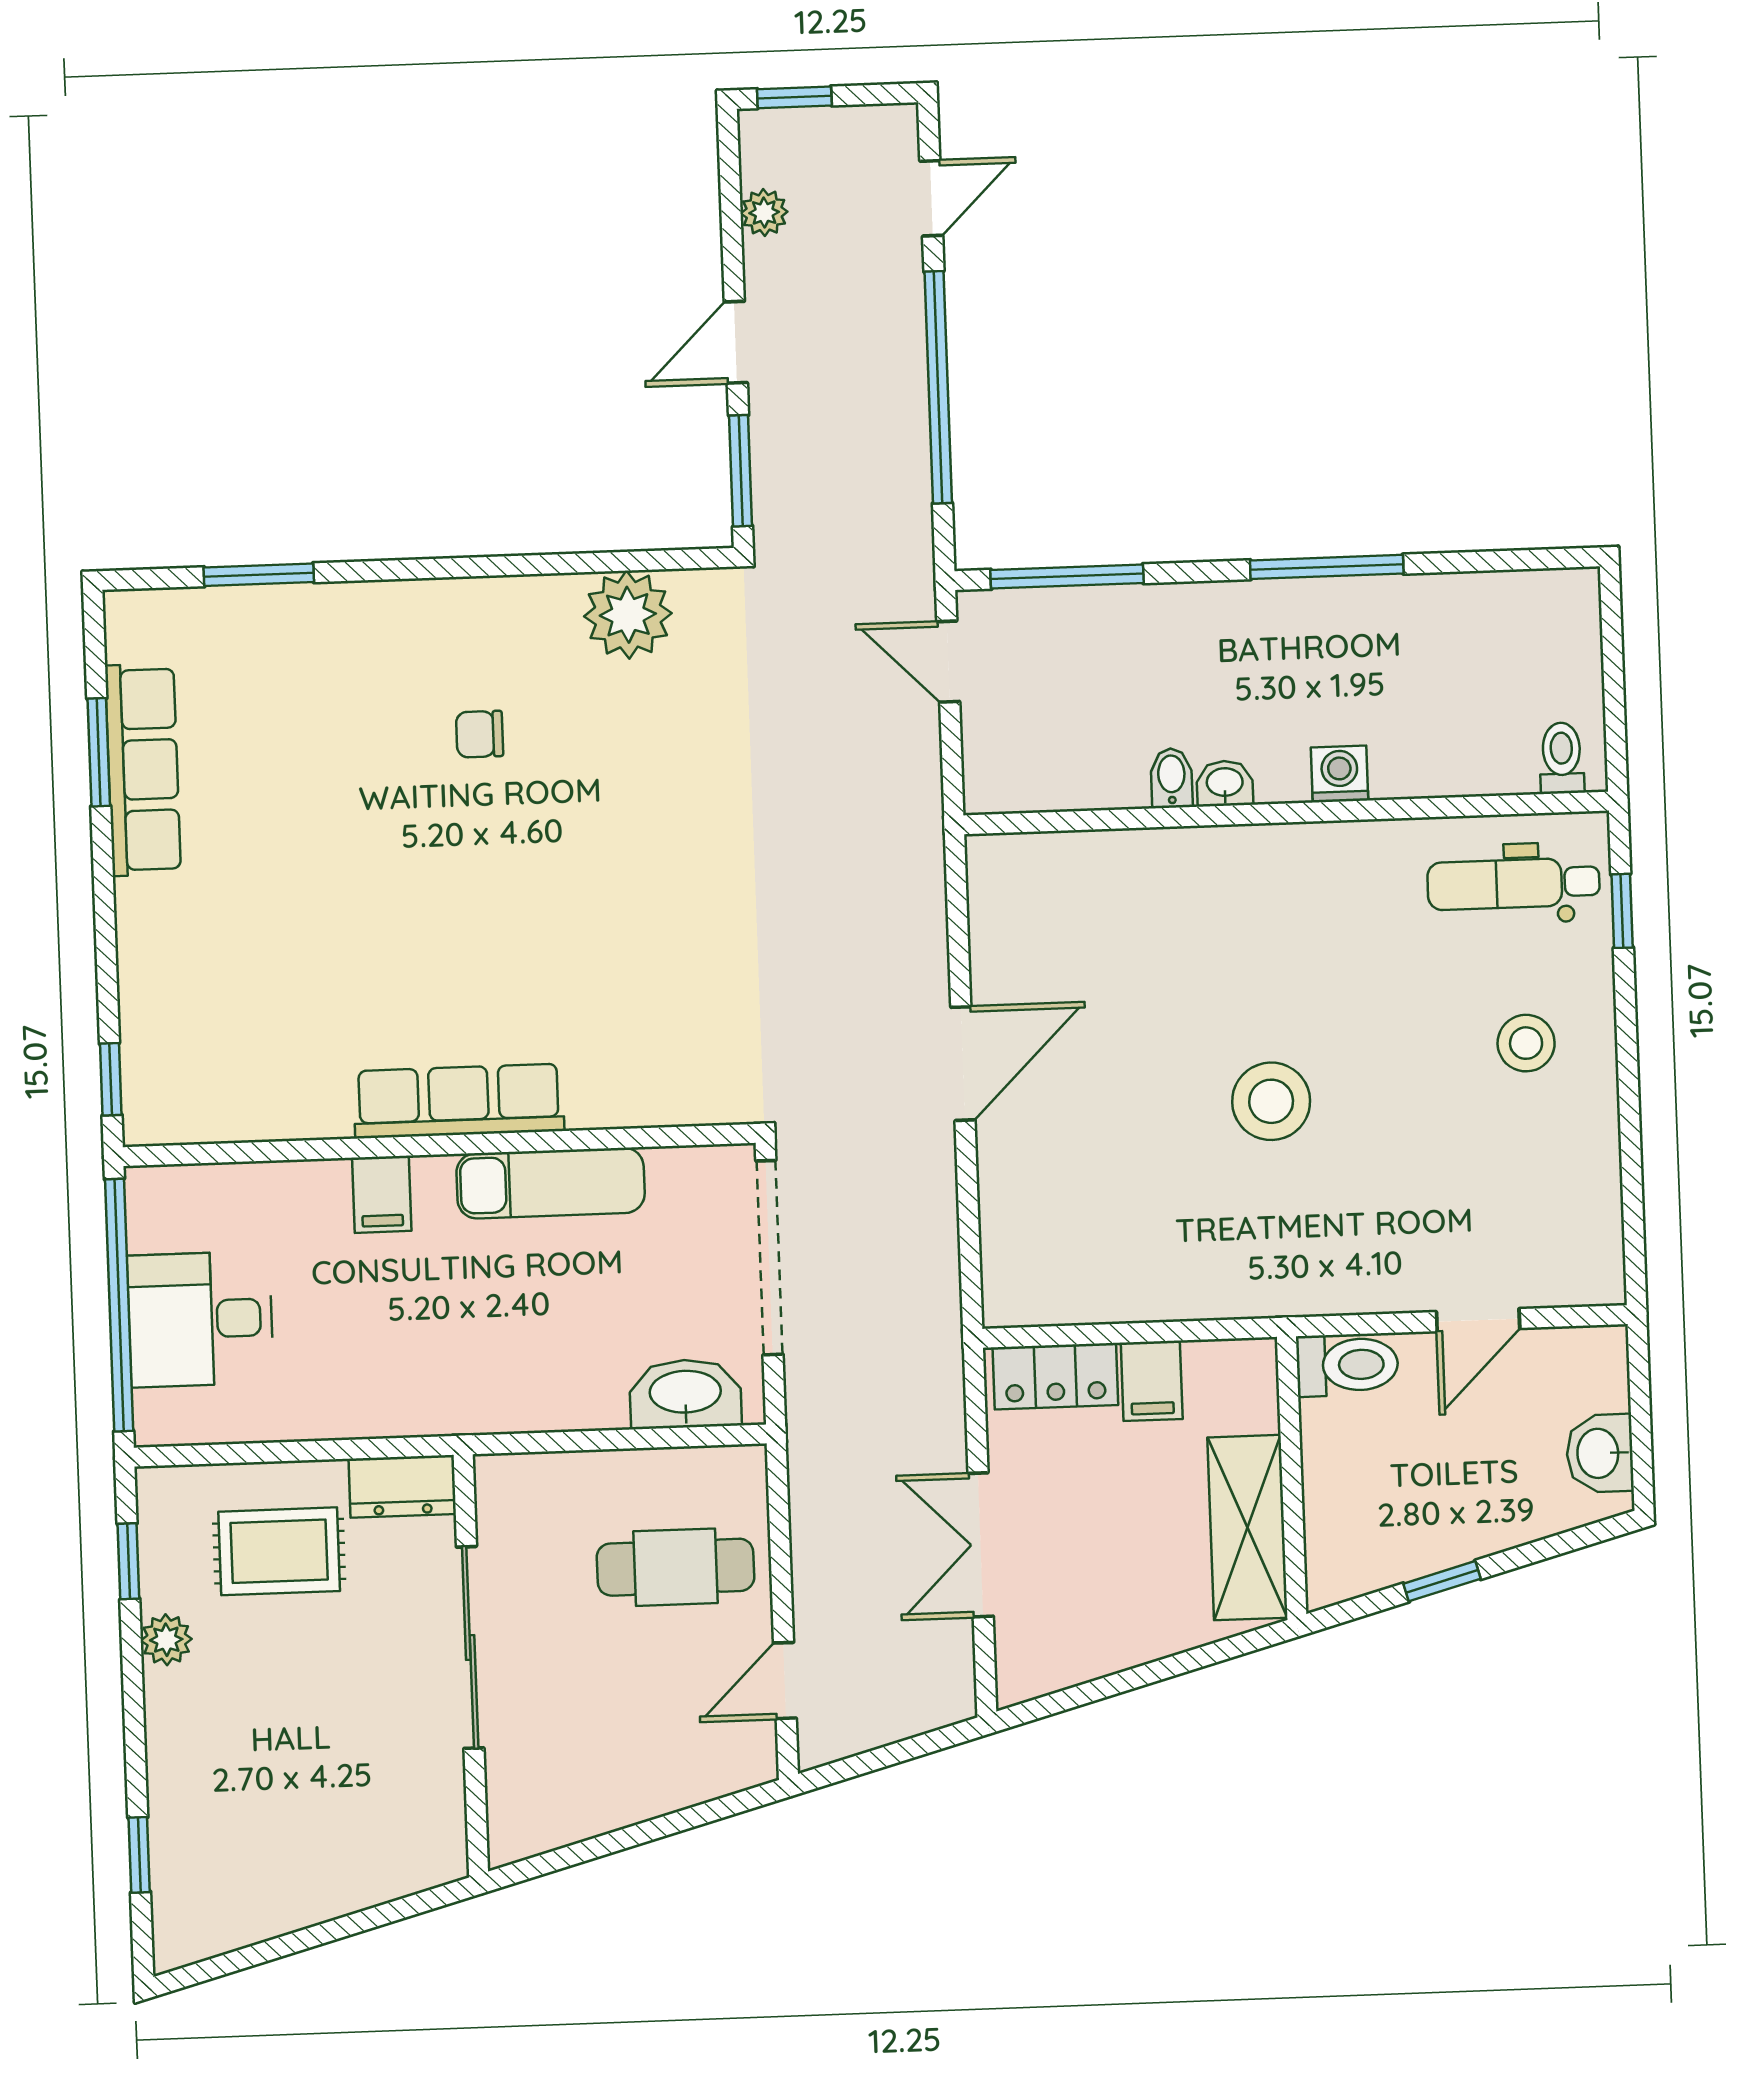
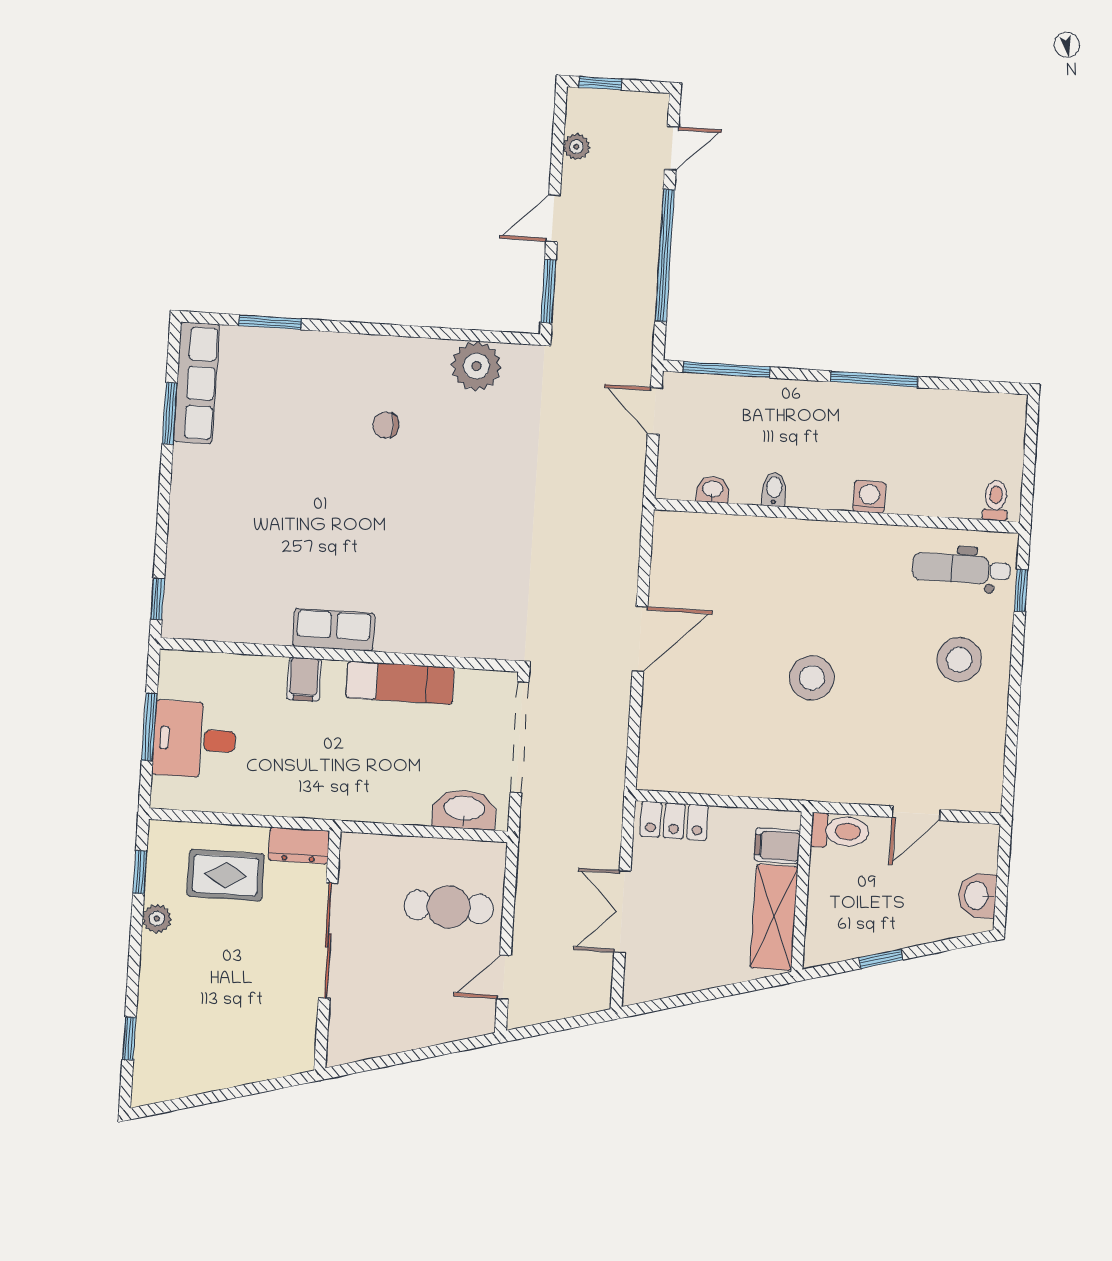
row of seats: (143, 770) -> (196, 383), moved
washbasin: (1225, 783) -> (713, 490), moved
stool: (1526, 1043) -> (959, 660), width x1.38, depth x1.38
row of seats: (459, 1101) -> (334, 630), width x0.68
window: (119, 1305) -> (149, 727), width x0.47
filing cabinet: (1152, 1381) -> (777, 846), moved, turned 90

